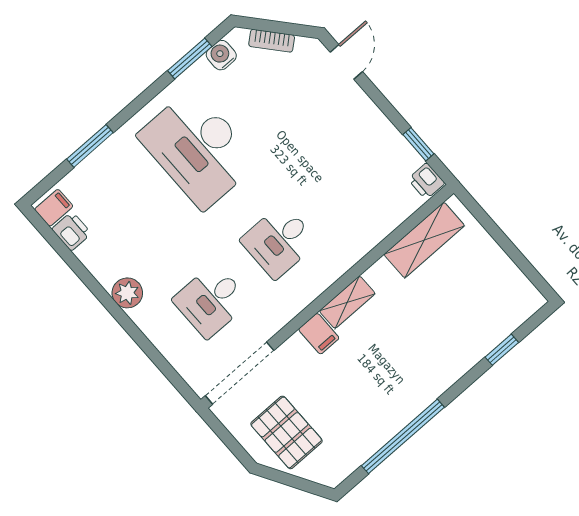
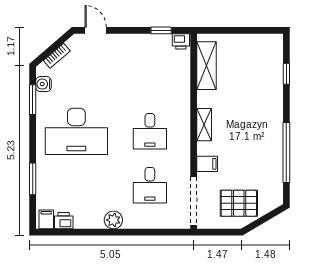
filing cabinet: (319, 334) -> (207, 164), moved

